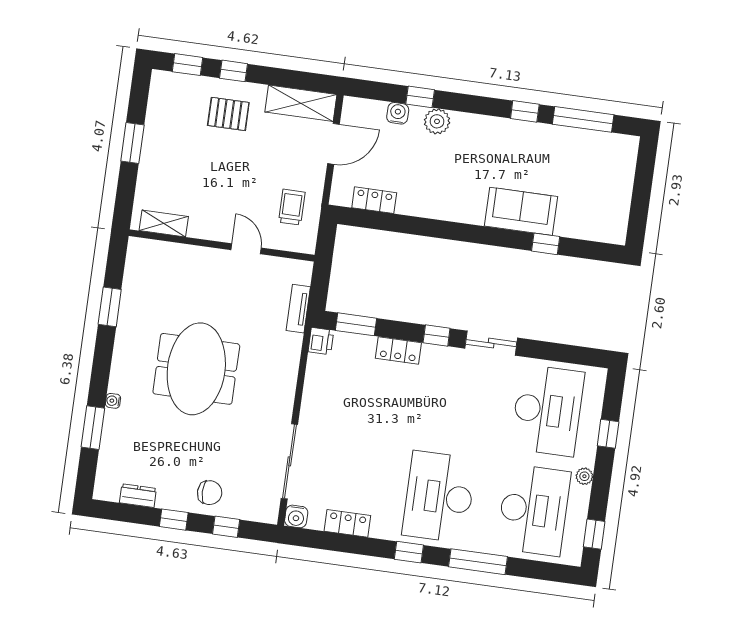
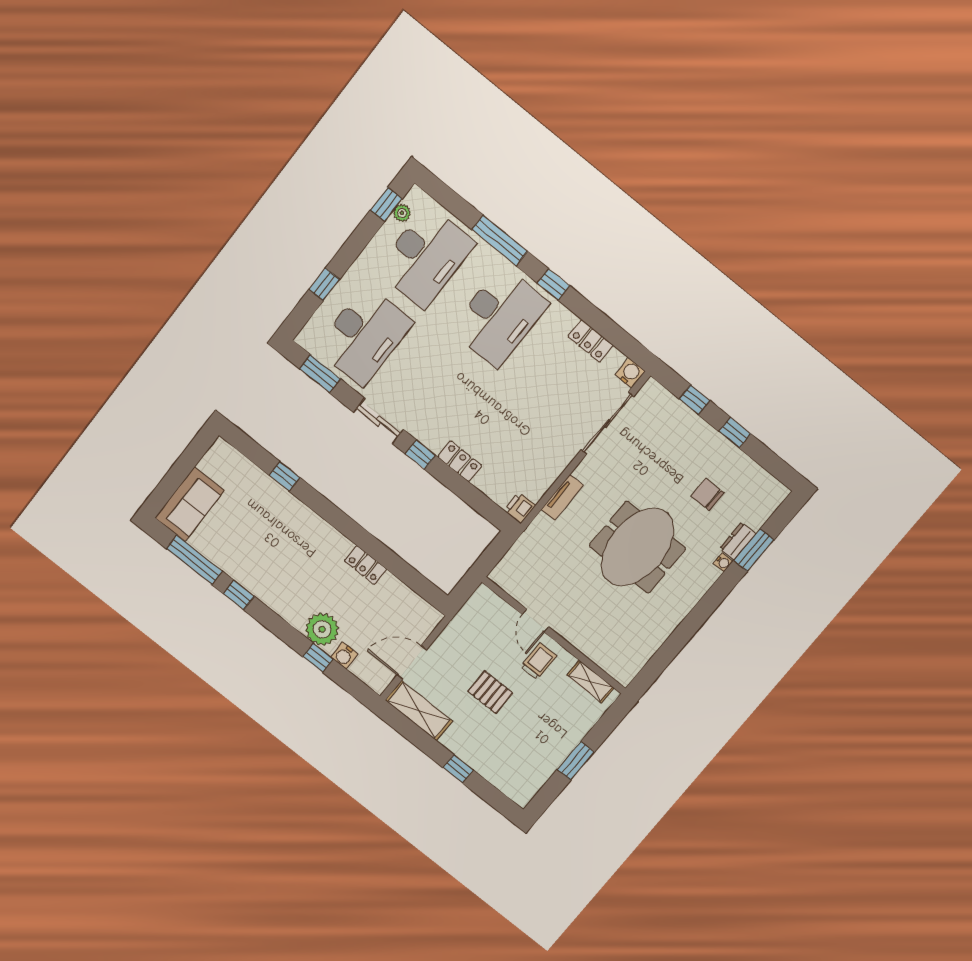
window: (188, 65) -> (492, 796), removed
pallet: (228, 114) -> (490, 692), moved
plant: (437, 121) -> (322, 629), width x1.36, depth x1.36
locker: (374, 200) -> (366, 565), moved
trolley: (292, 207) -> (539, 661), moved, turned 180
sofa: (521, 211) -> (190, 504), moved, turned -90
window: (110, 307) -> (677, 641), removed
tv unit: (298, 309) -> (562, 497), moved
window: (356, 324) -> (320, 374), moved
desk: (547, 410) -> (364, 335), turned 180
plant: (584, 476) -> (402, 213), moved
chair: (210, 493) -> (708, 494), moved
dresser: (138, 496) -> (738, 541), moved, turned 90
desk: (534, 510) -> (426, 257), turned 180

